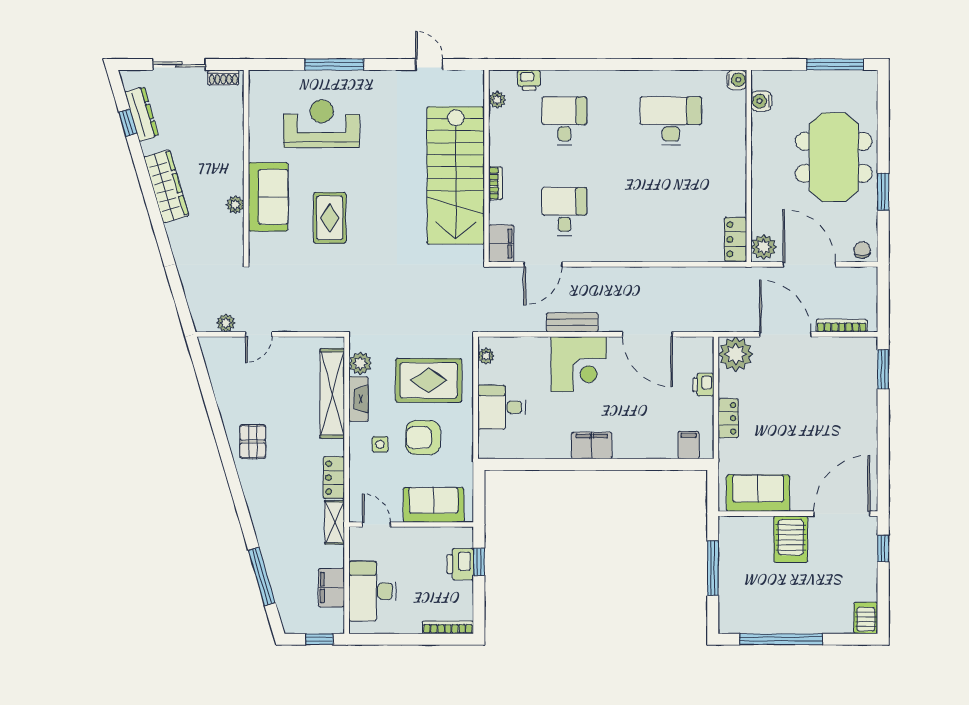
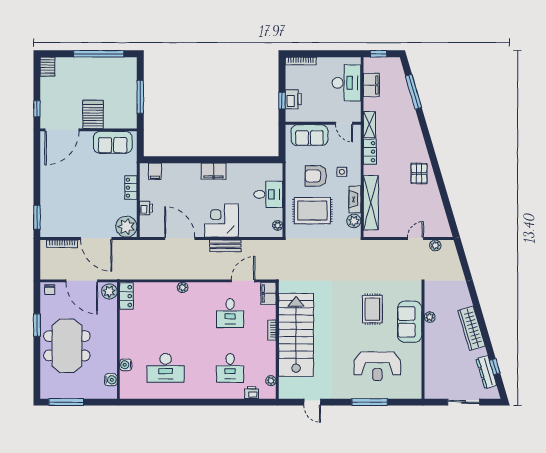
shoe rack: (223, 78) -> (437, 394), removed
water cooler: (737, 80) -> (126, 365), moved
plant: (643, 254) -> (183, 287), added
armchair: (423, 438) -> (316, 176), turned 180

